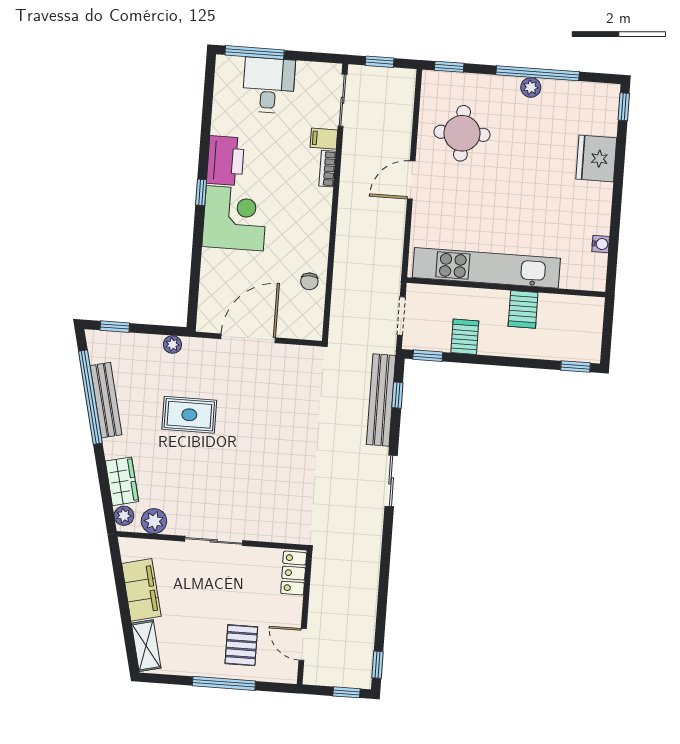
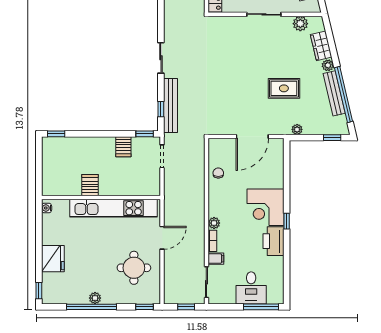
plant: (323, 198) -> (214, 223), added
kitchen unit: (486, 268) -> (114, 208), moved
wall: (506, 287) -> (101, 197), moved
server rack: (523, 309) -> (90, 185), moved
plant: (124, 516) -> (328, 65), moved

